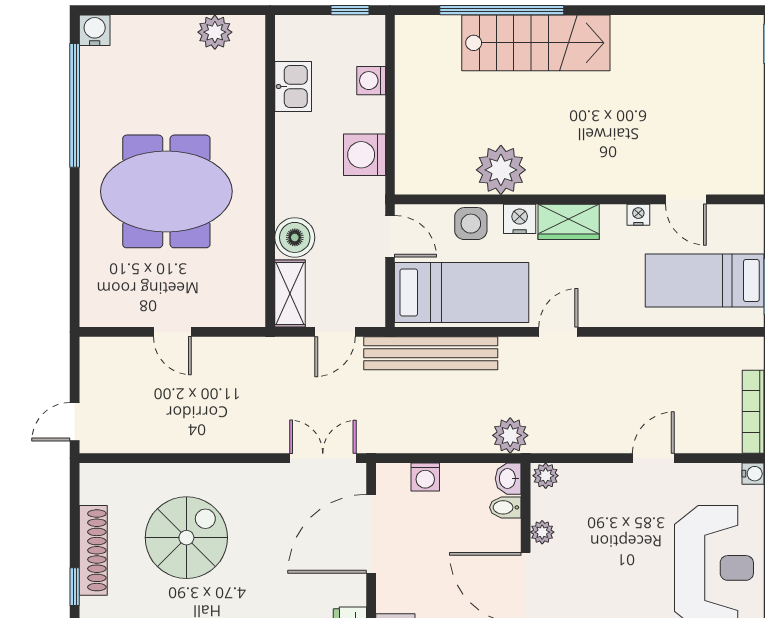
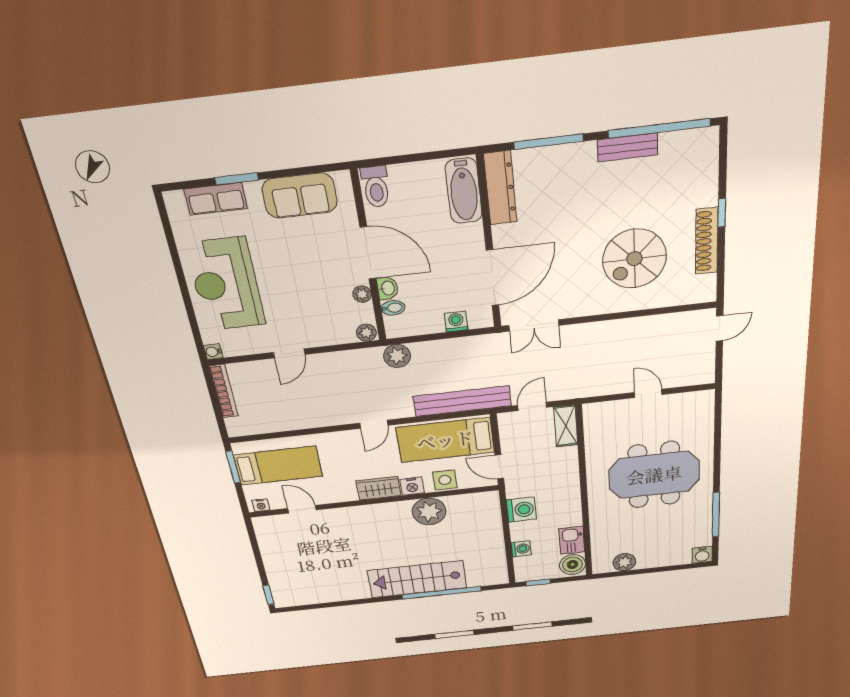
window: (75, 105) -> (716, 515), width x0.68
nightstand: (638, 215) -> (261, 505), moved
boiler: (295, 237) -> (572, 564), moved
washbasin: (508, 479) -> (388, 288), moved

